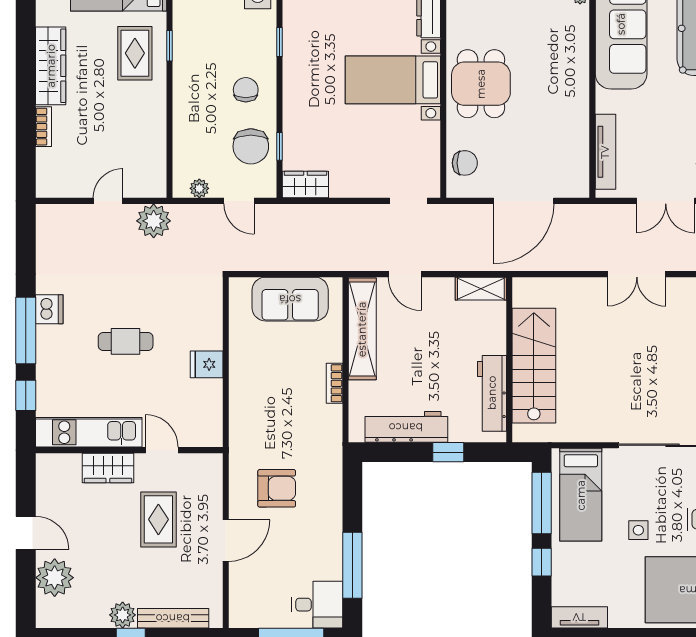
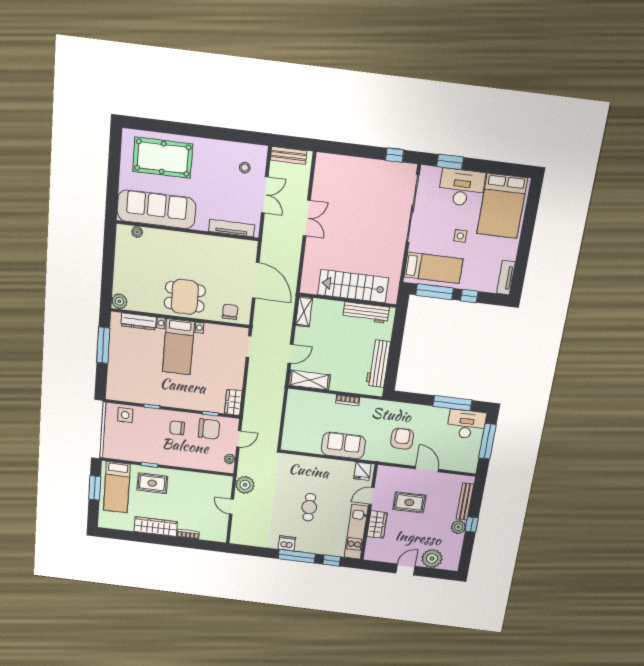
sofa: (290, 299) -> (343, 446), moved, turned -90
shelving: (362, 329) -> (310, 380), width x0.68
fridge: (207, 364) -> (362, 471), moved
window: (448, 452) -> (396, 342), removed
desk: (317, 605) -> (466, 424), width x1.37

